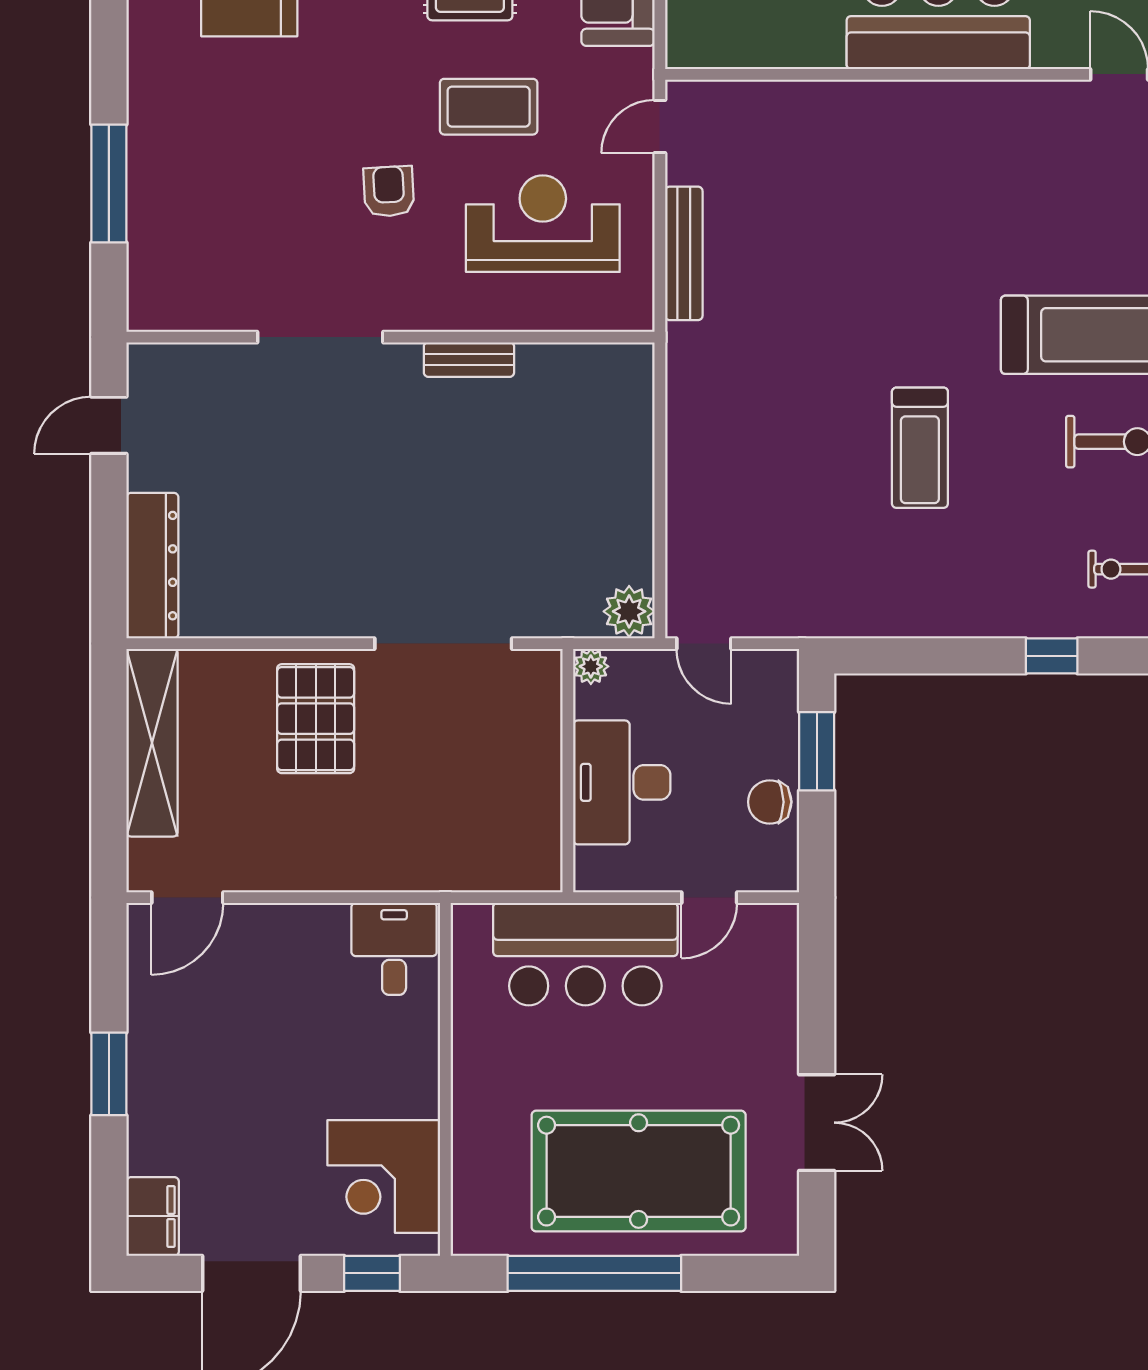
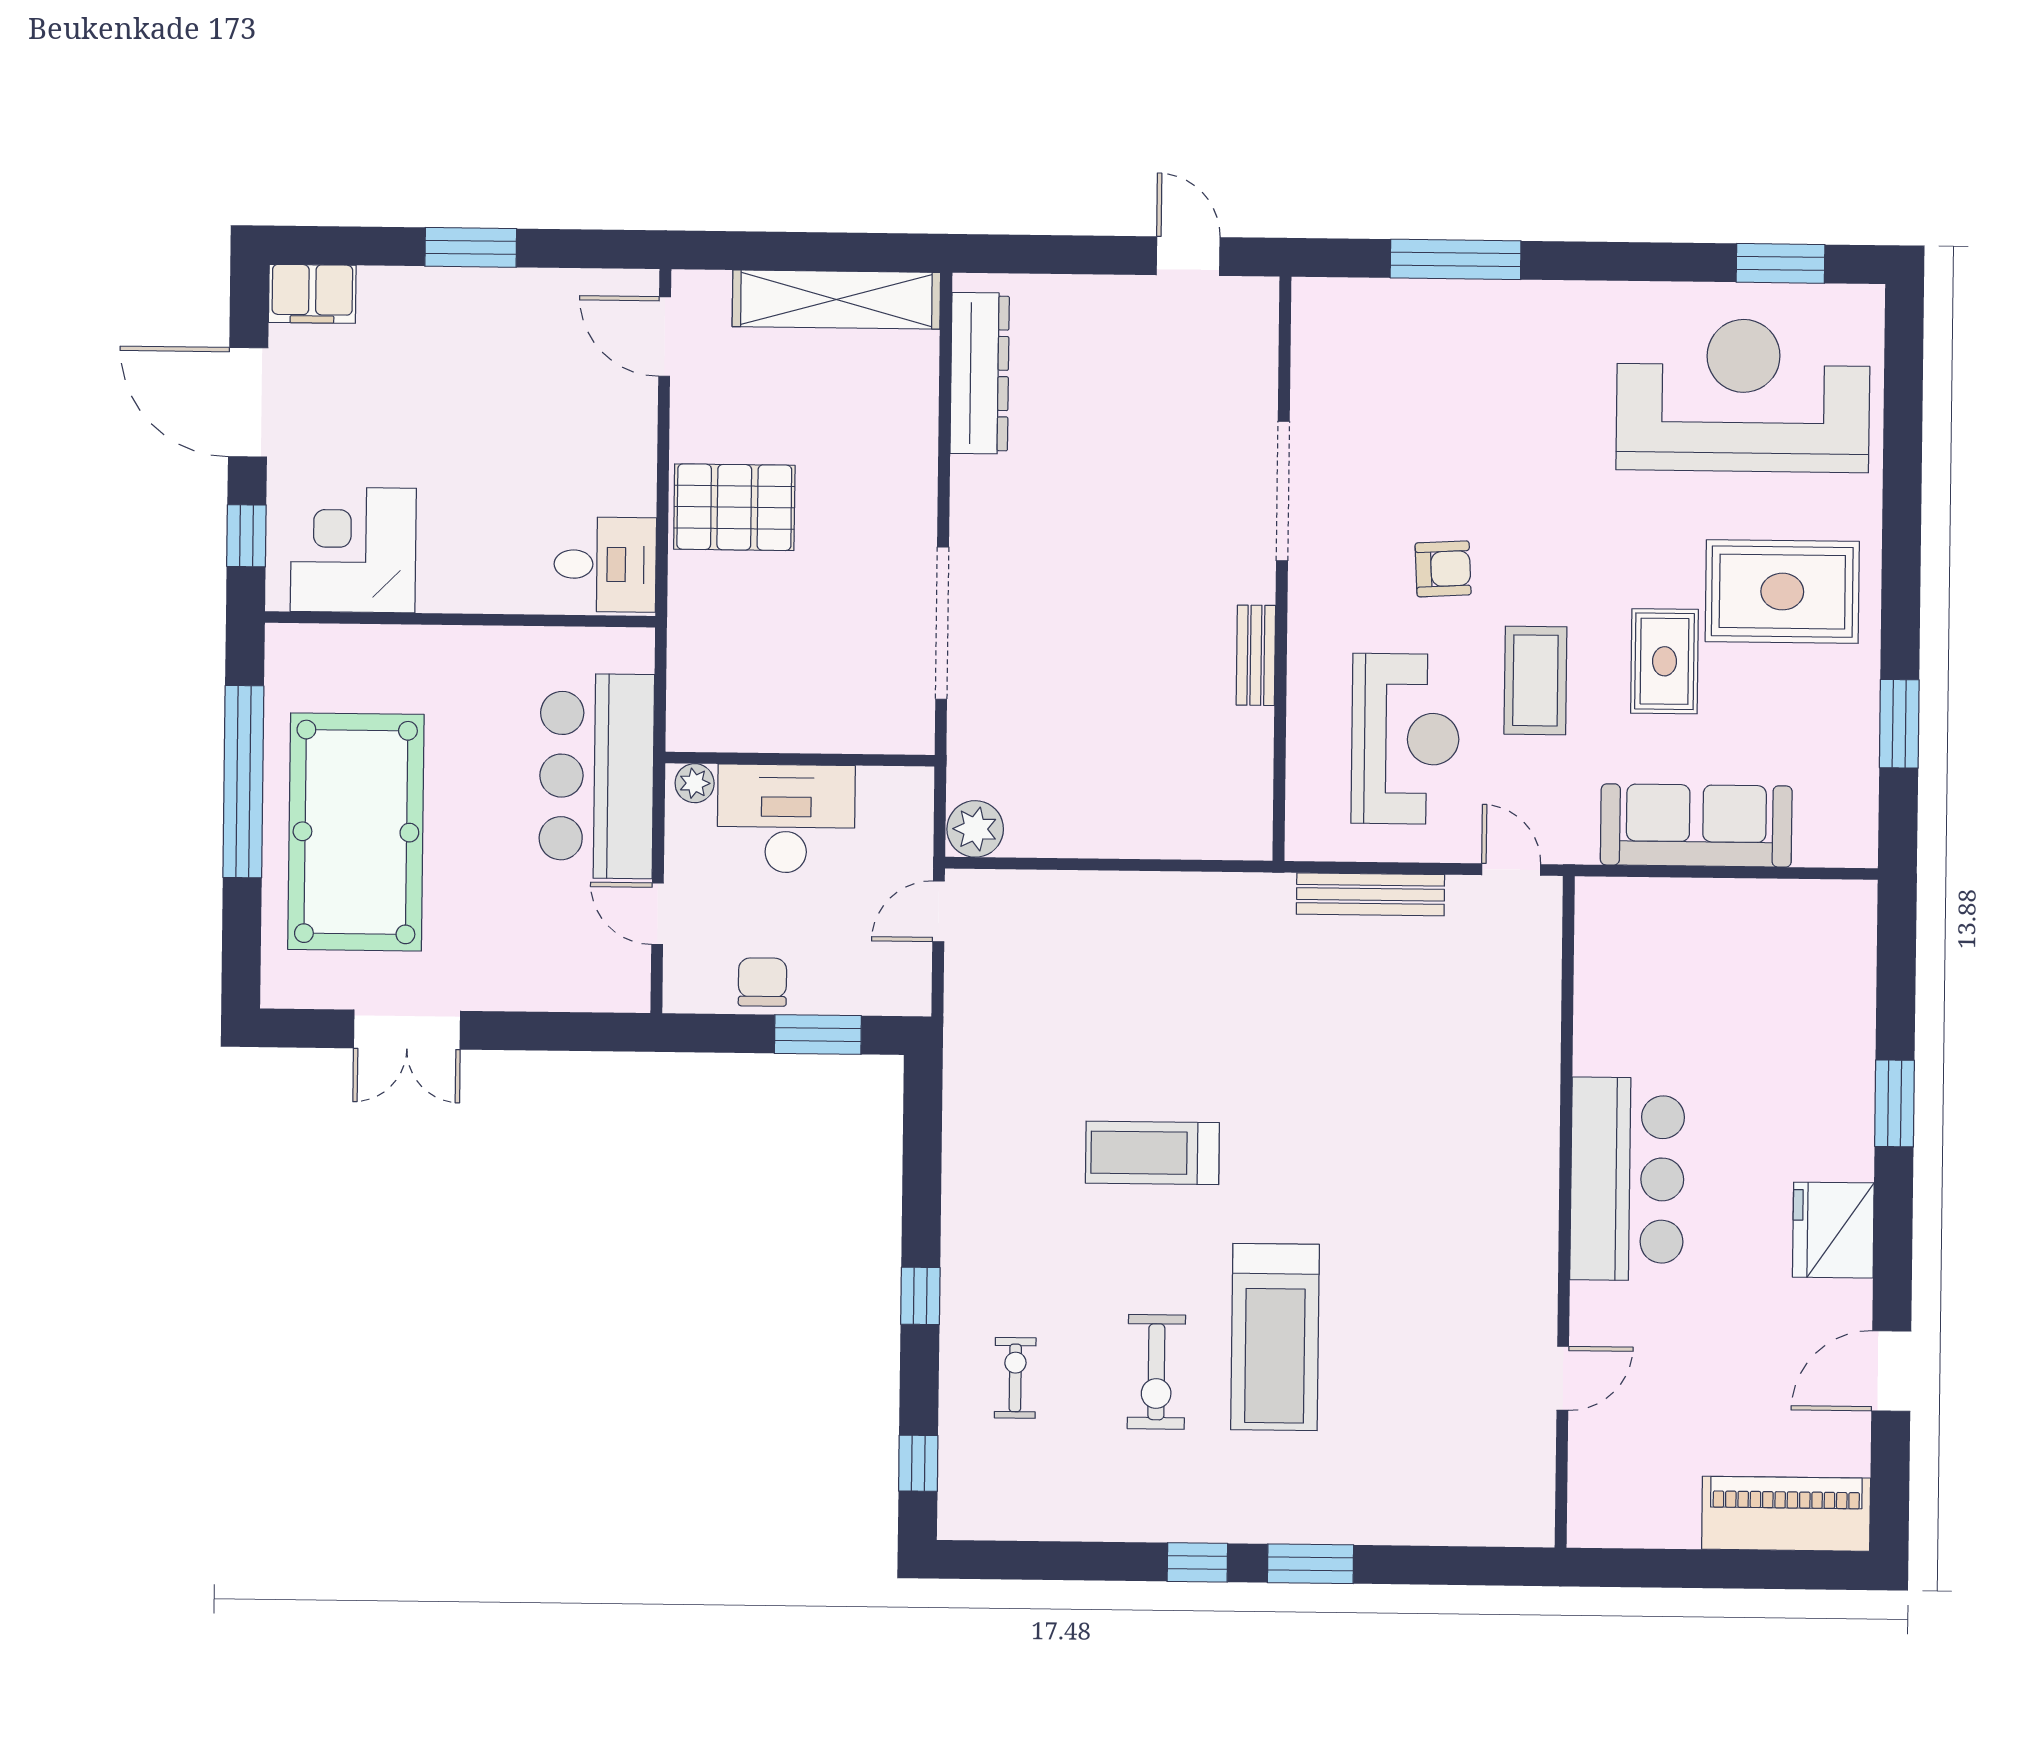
dresser: (152, 566) -> (980, 373), moved, turned -90
plant: (591, 666) -> (695, 783), moved
pallet: (316, 719) -> (734, 507), moved

